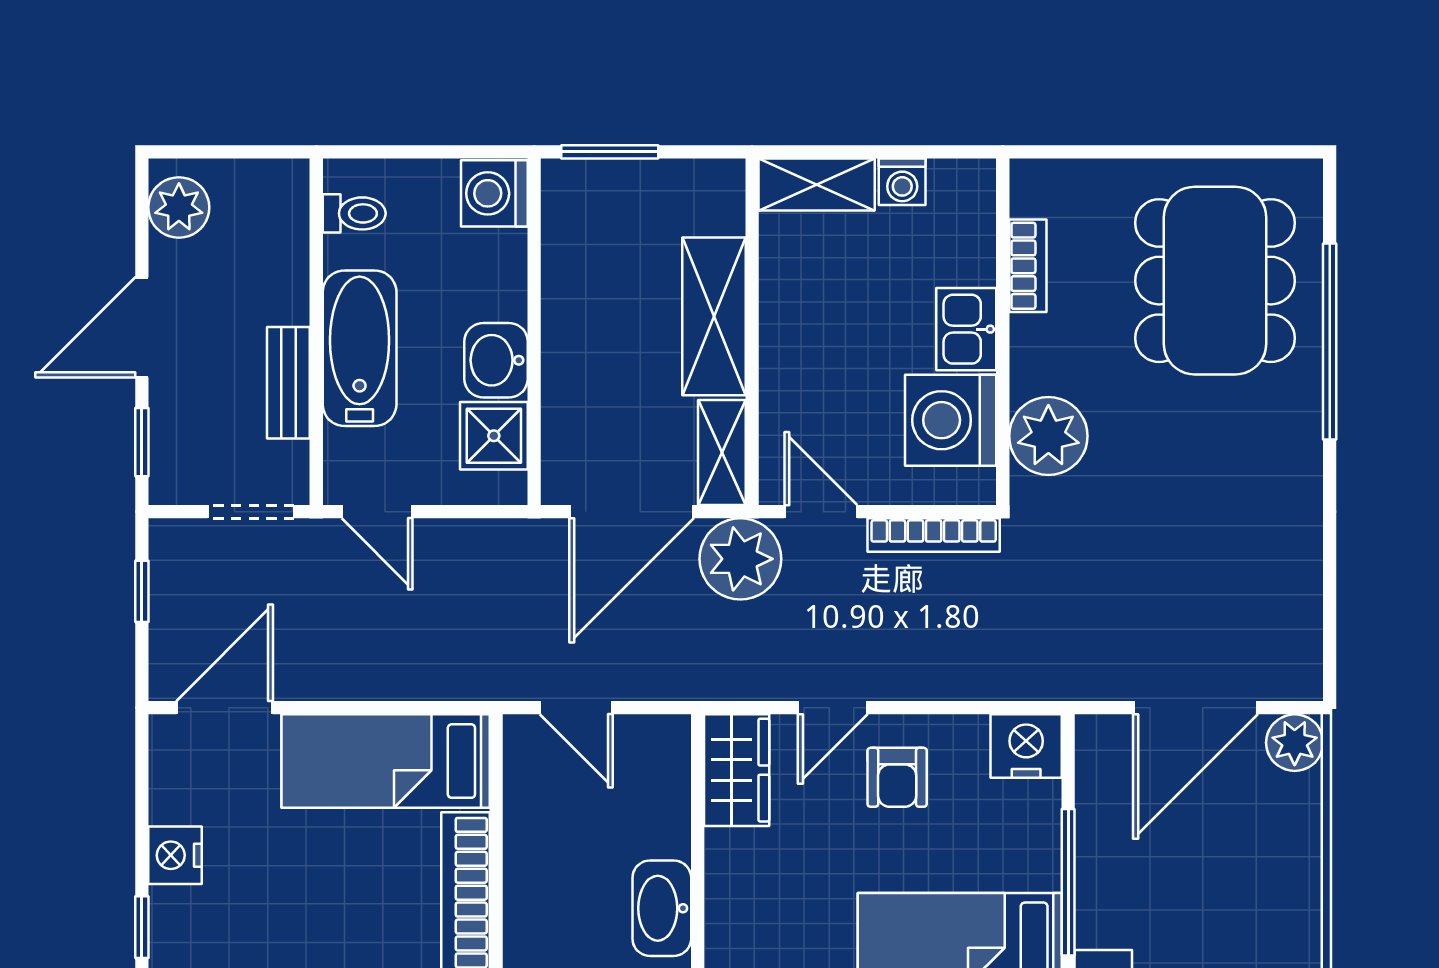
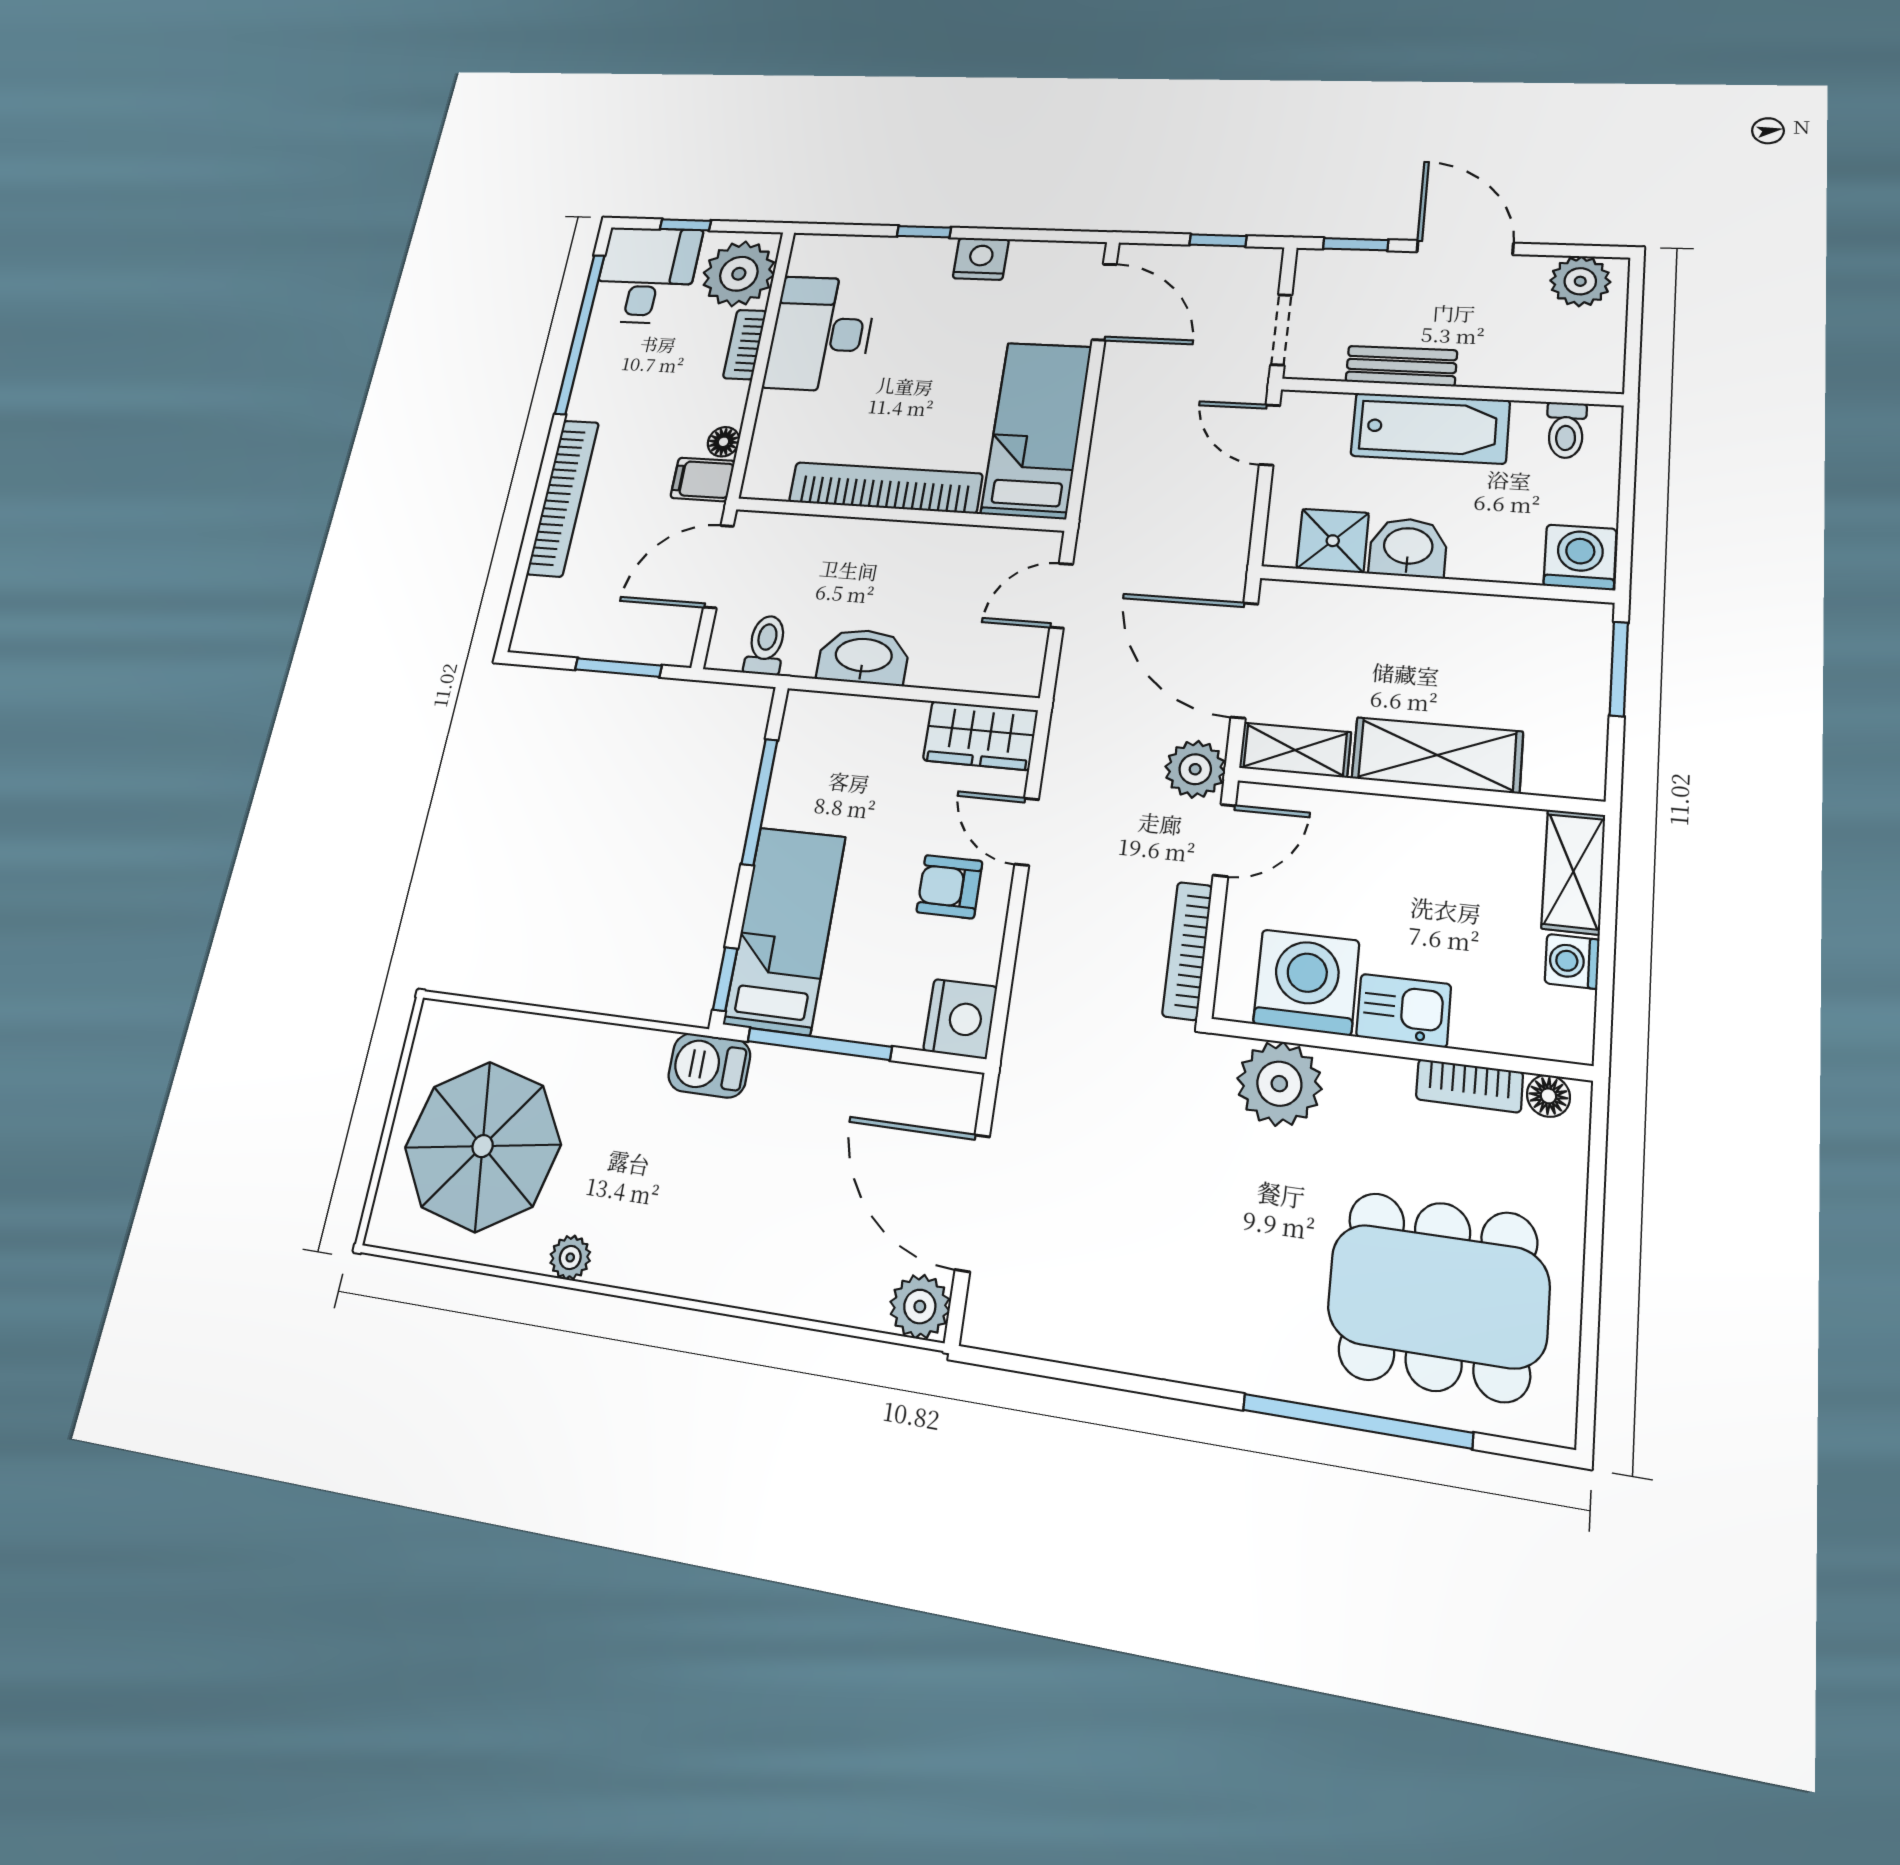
floor lamp: (1028, 196) -> (1548, 1096), added
door: (377, 512) -> (1270, 435), hinge flipped
plant: (740, 559) -> (1195, 769), width x0.73, depth x0.73

